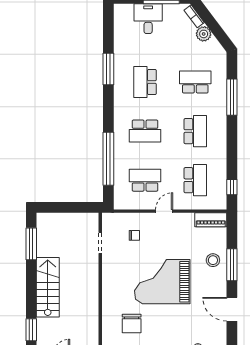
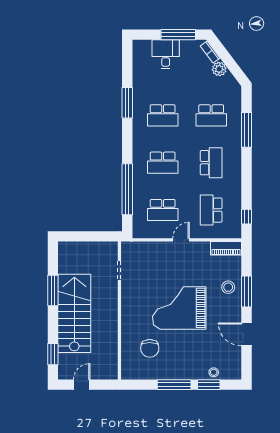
school desk: (145, 82) -> (163, 115), turned -90
school desk: (195, 82) -> (211, 115), turned 180
school desk: (145, 180) -> (163, 210), turned 180
school desk: (195, 180) -> (211, 210), turned 180
chair: (134, 235) -> (152, 263), removed
window: (31, 244) -> (53, 291), moved
stairs: (48, 287) -> (74, 313), width x1.36, depth x1.51

